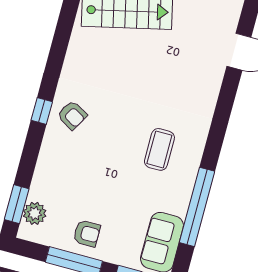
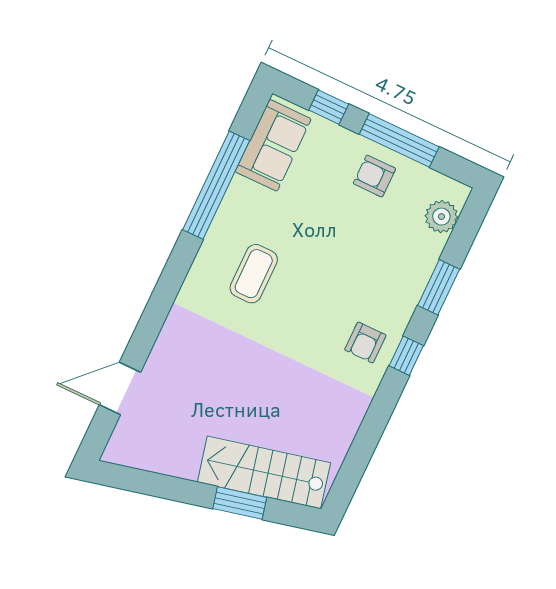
armchair: (72, 115) -> (365, 342), turned -120
window: (17, 204) -> (439, 287), moved

